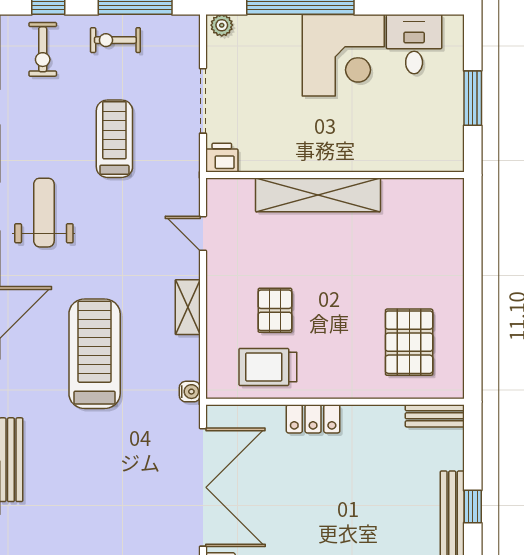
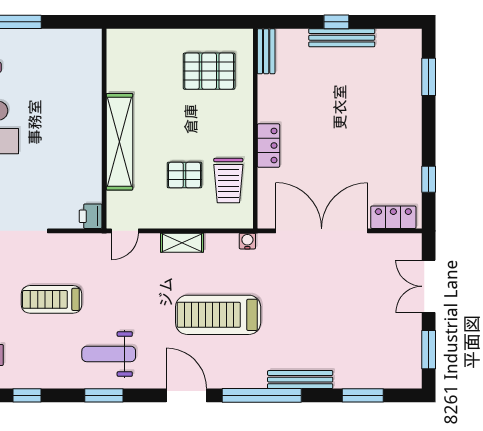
printer: (222, 158) -> (91, 216), moved
wall: (335, 175) -> (104, 129), moved
shelving: (318, 195) -> (119, 142), moved

